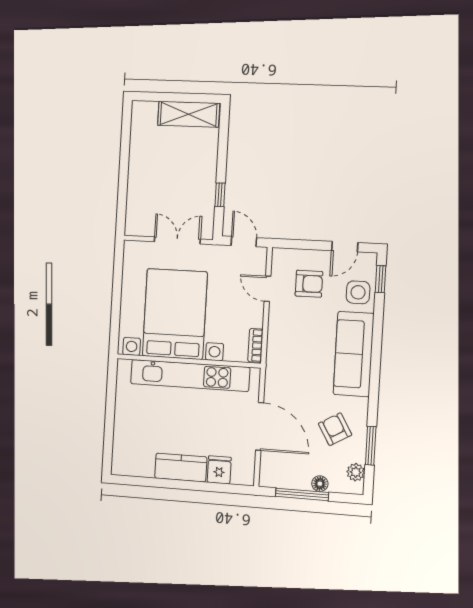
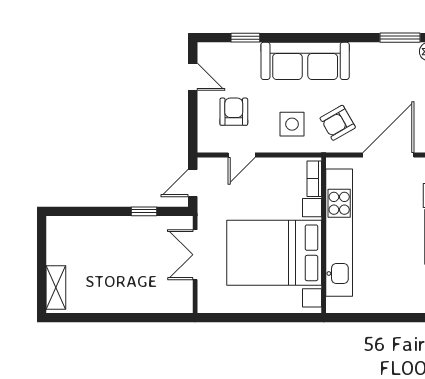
shelving: (189, 114) -> (56, 288), moved, width x0.67, depth x0.75
window: (381, 279) -> (245, 38), moved
side table: (358, 292) -> (292, 124), moved
bookcase: (255, 345) -> (314, 179), moved, turned 90
armchair: (335, 429) -> (338, 123), moved

